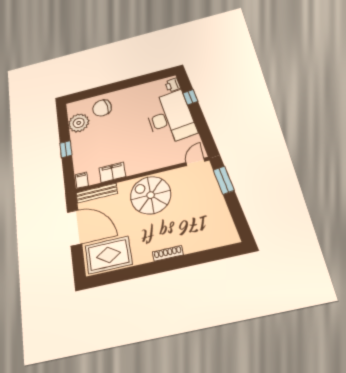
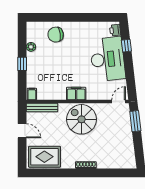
plant: (79, 123) -> (31, 47), width x0.53, depth x0.53
filing cabinet: (112, 172) -> (76, 94), moved
door: (75, 228) -> (22, 131), width x0.53

